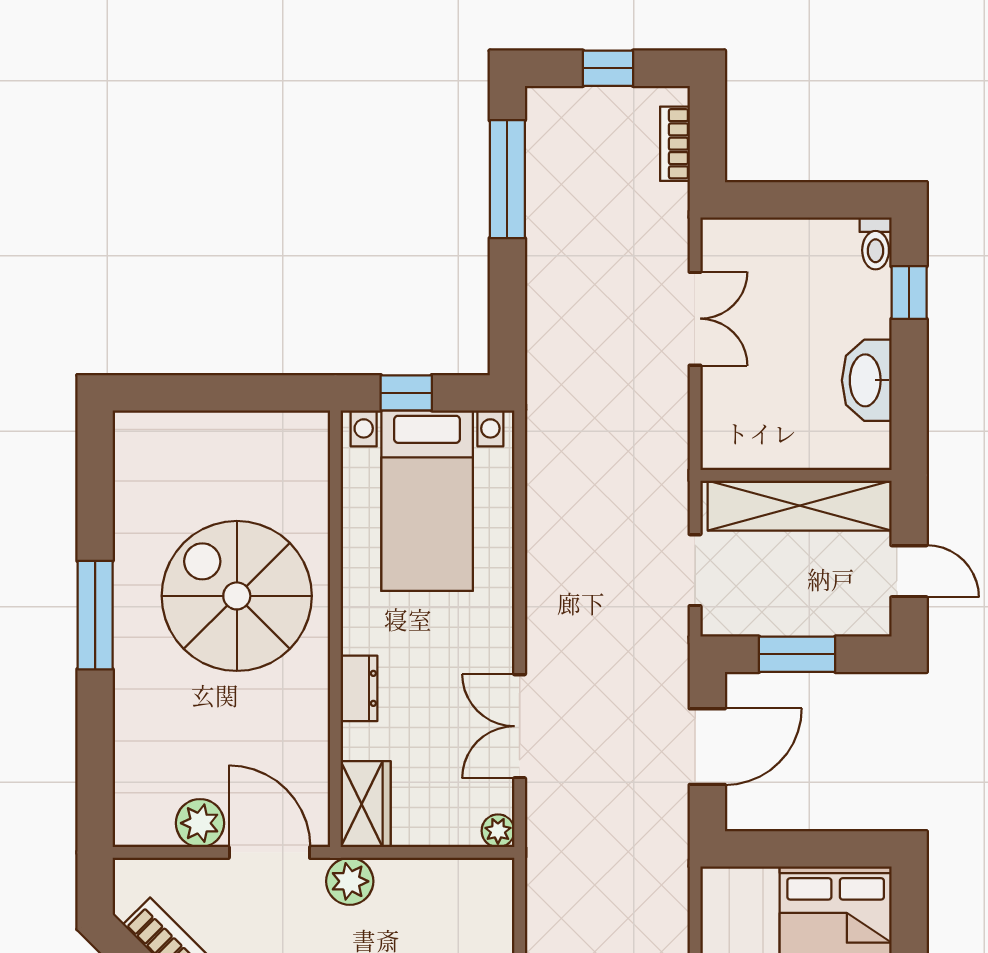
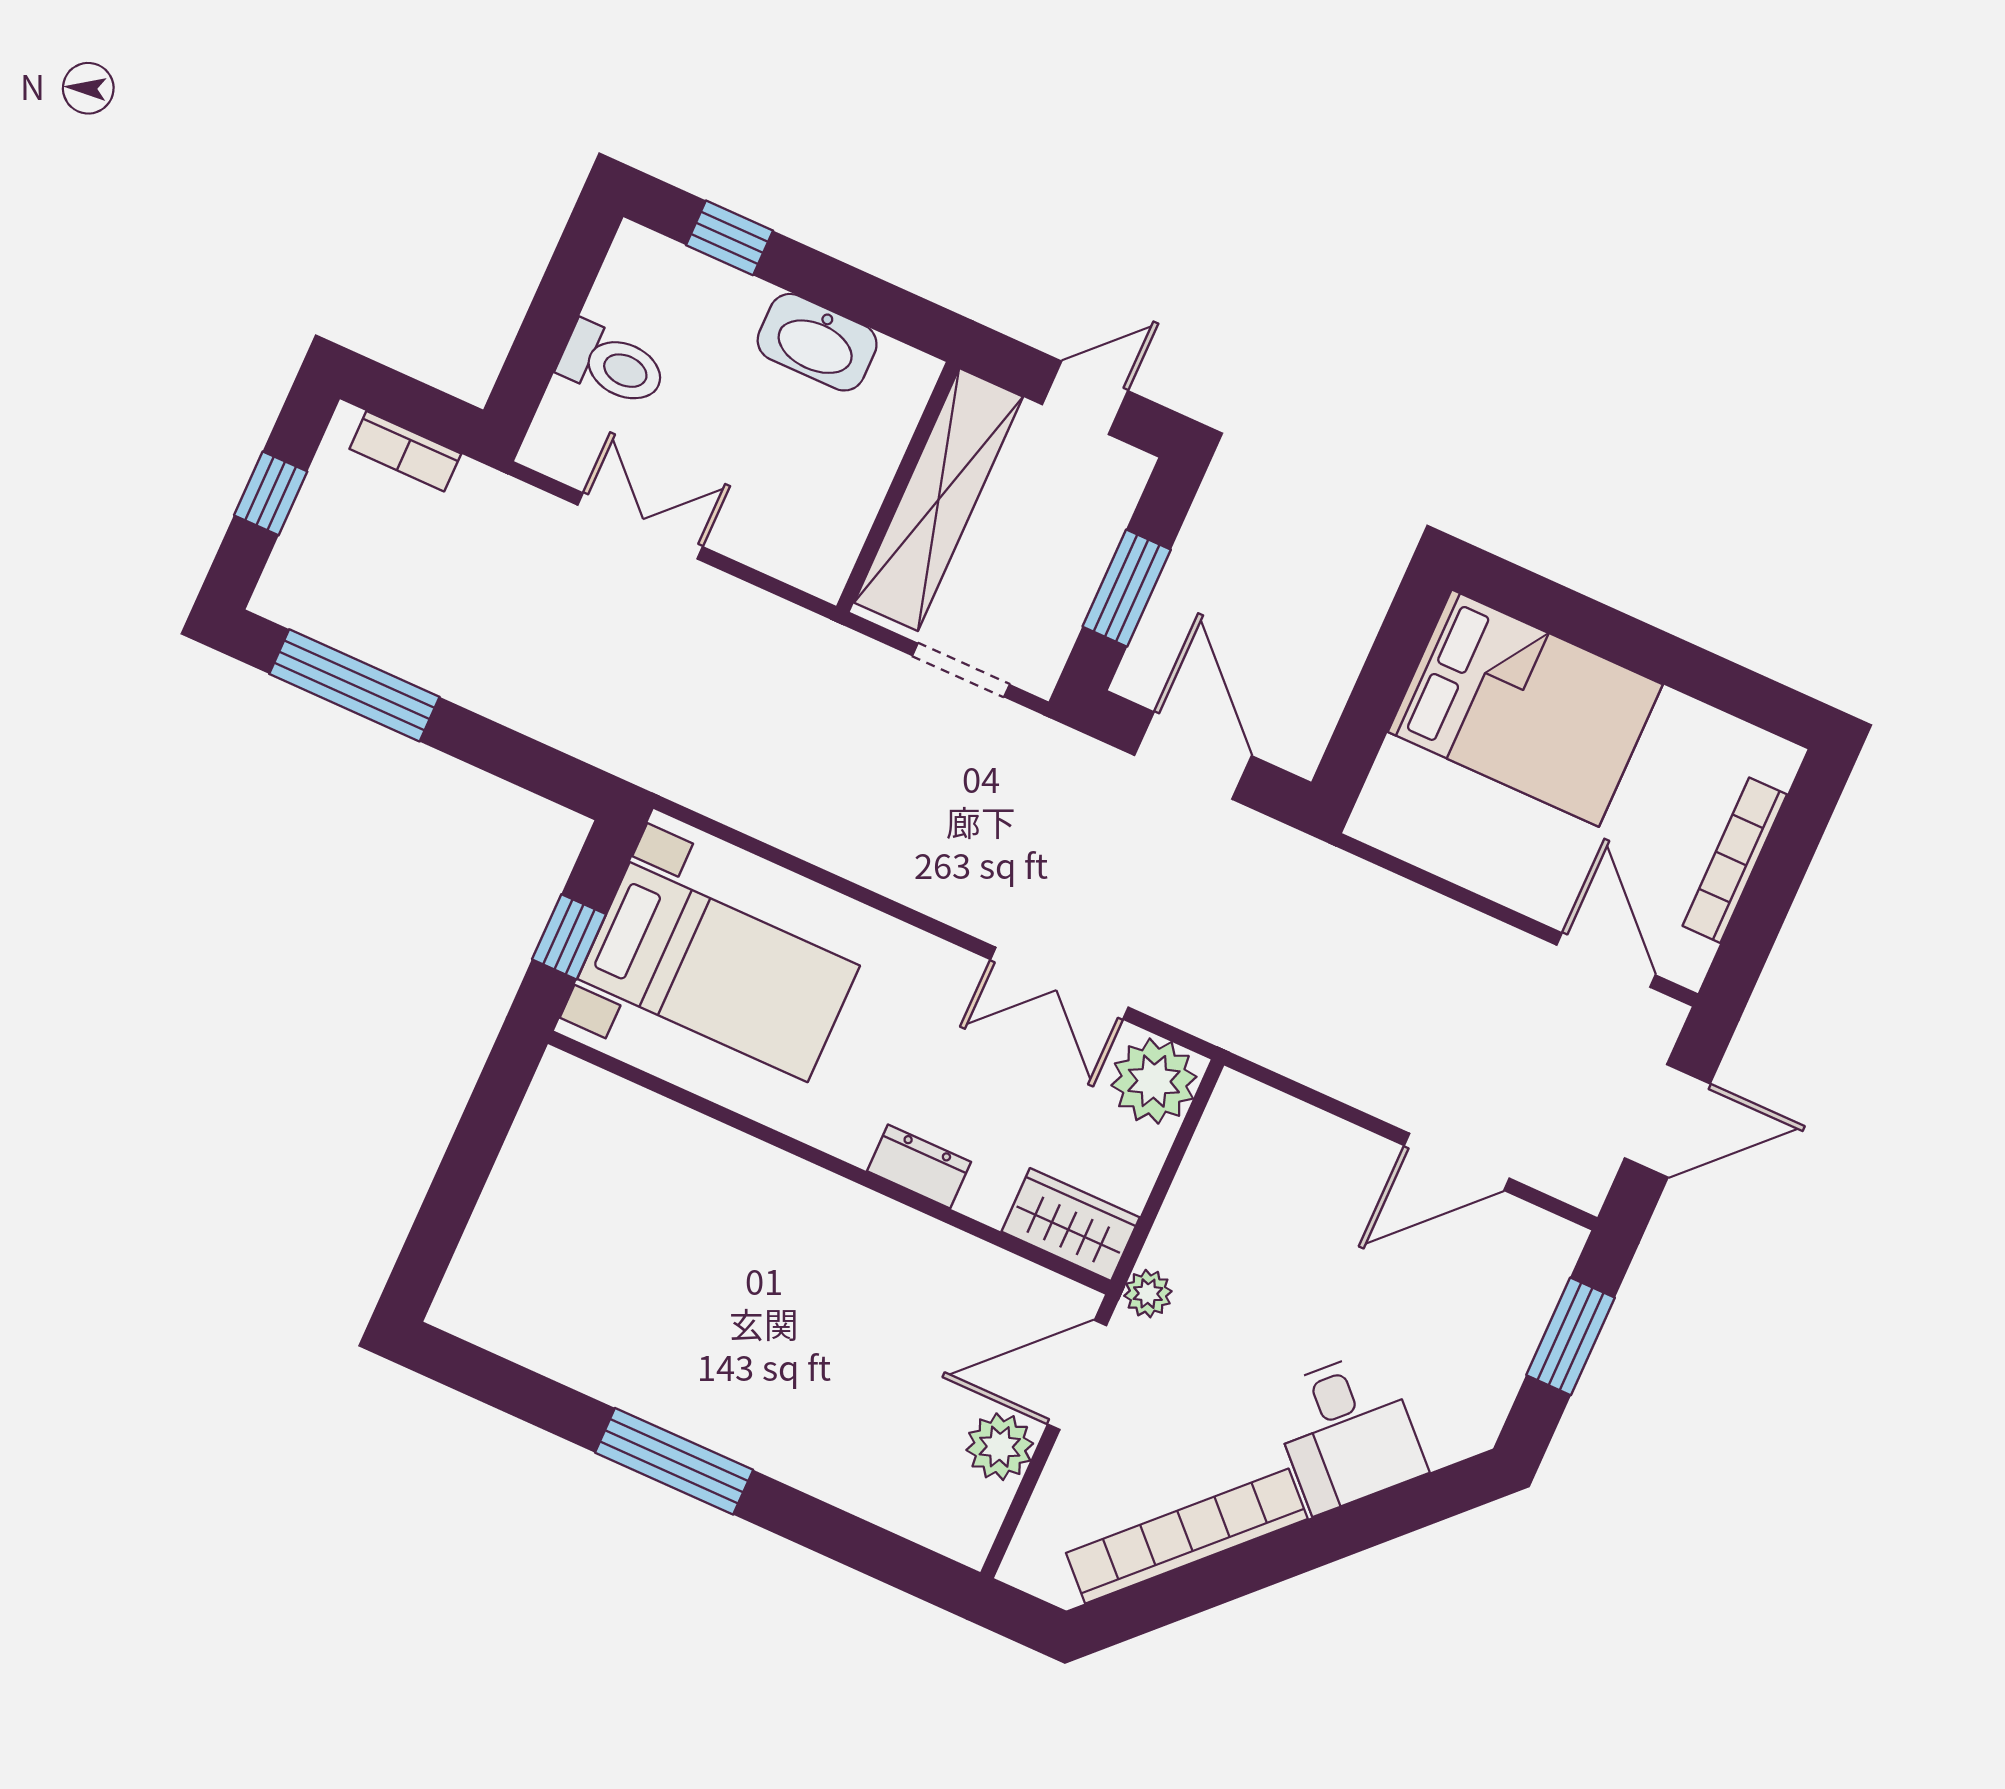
toilet: (876, 243) -> (612, 365), moved, width x1.37, depth x1.39
spiral stairs: (237, 596) -> (731, 1269), removed
plant: (498, 831) -> (1154, 1081), width x1.87, depth x1.87
plant: (350, 881) -> (1148, 1294), width x0.73, depth x0.73

